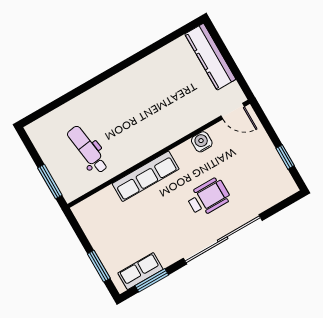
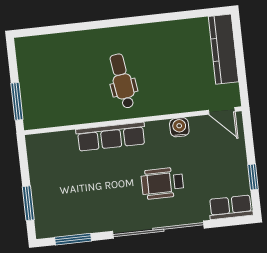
dental chair: (88, 150) -> (122, 81), moved
wheelchair: (208, 197) -> (162, 183), turned 180
row of seats: (140, 271) -> (231, 207), moved

